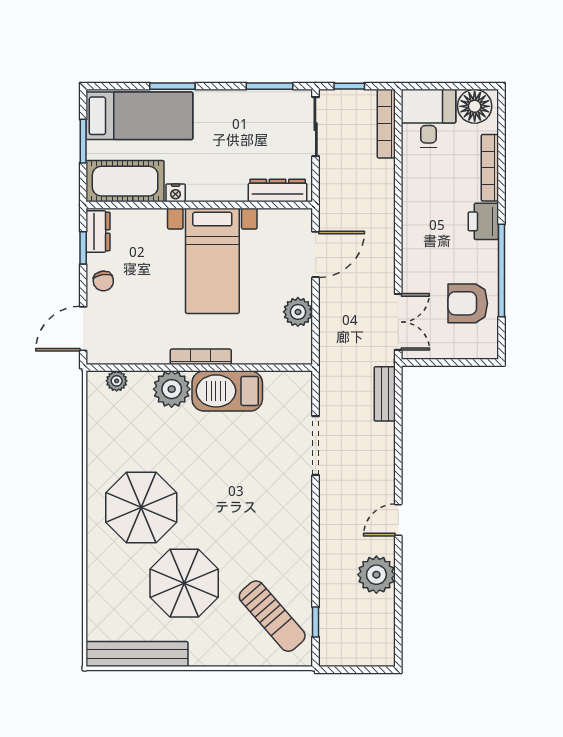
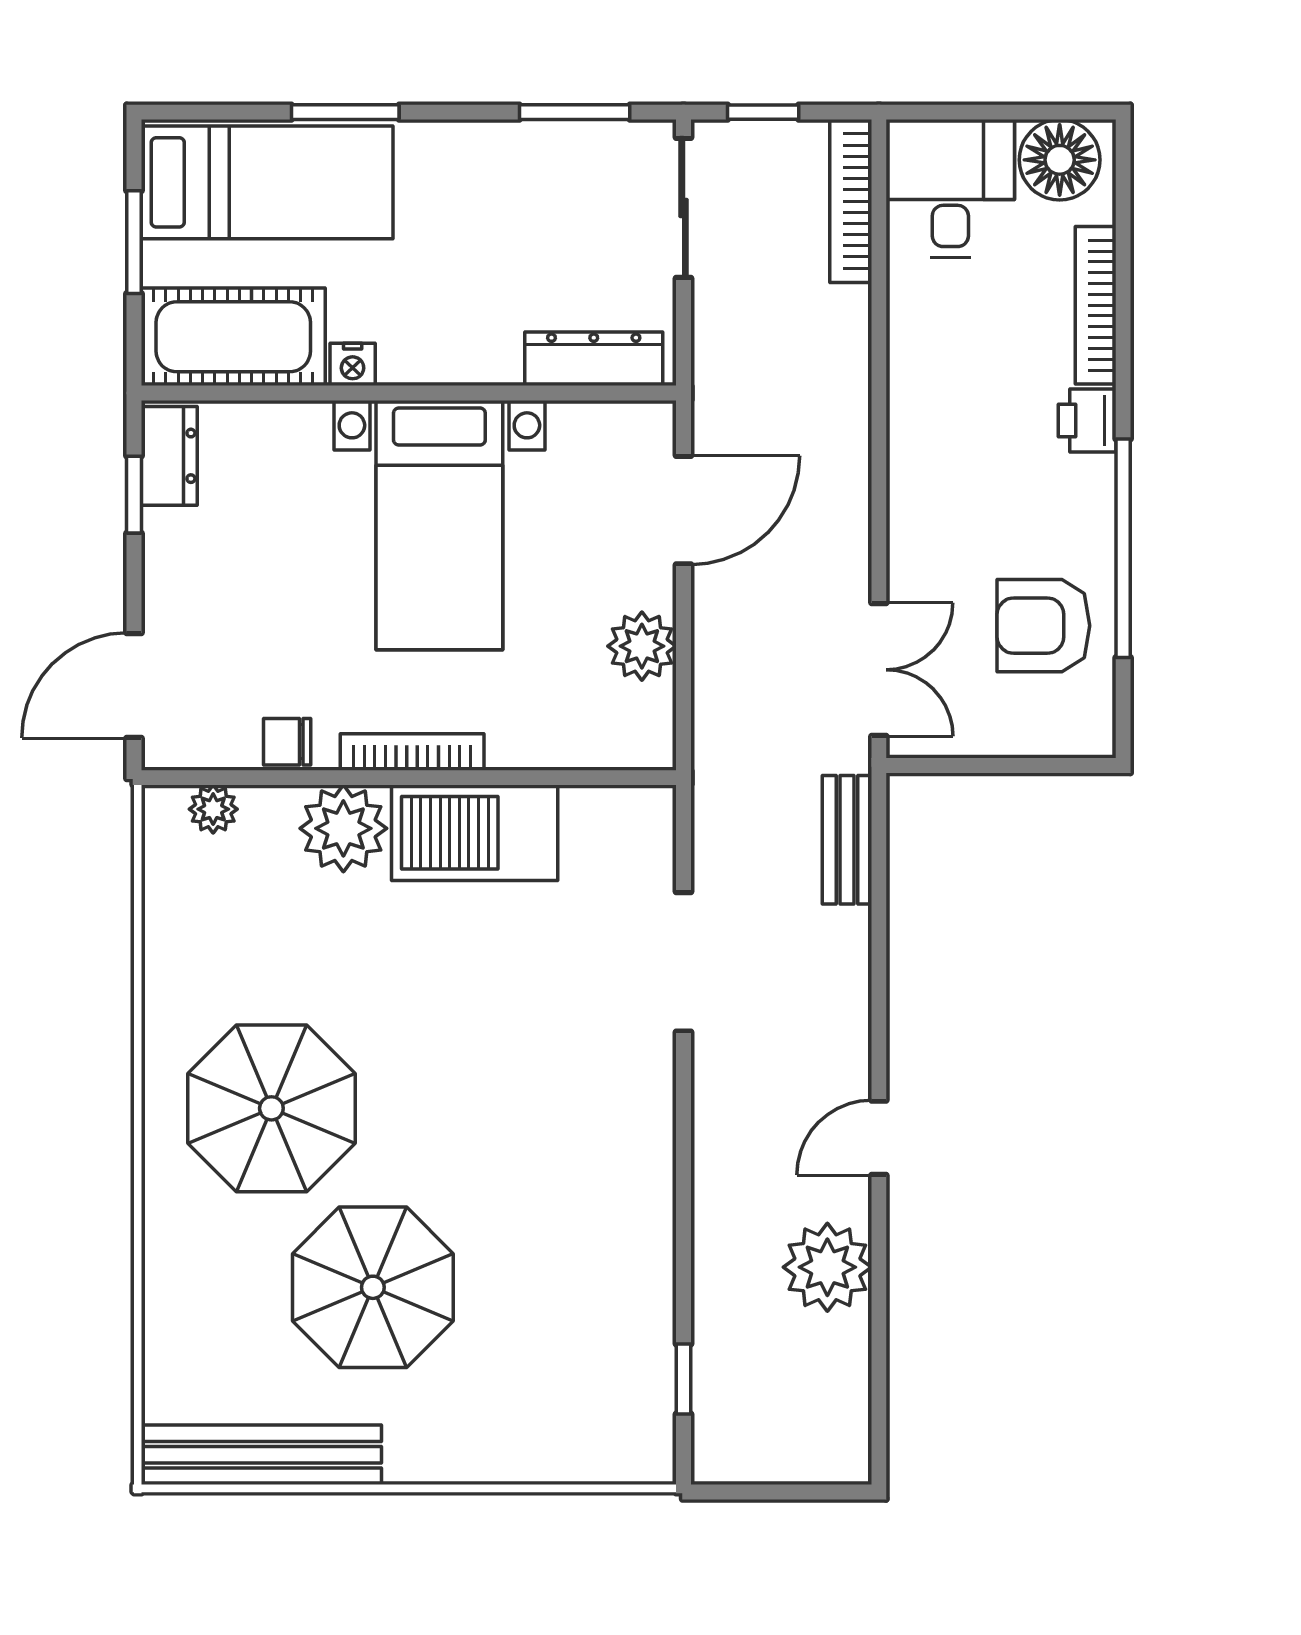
printer: (483, 221) -> (1087, 420), width x0.73, depth x0.81
chair: (103, 281) -> (287, 742), moved, turned 99
sun lounger: (272, 616) -> (581, 1365), removed

